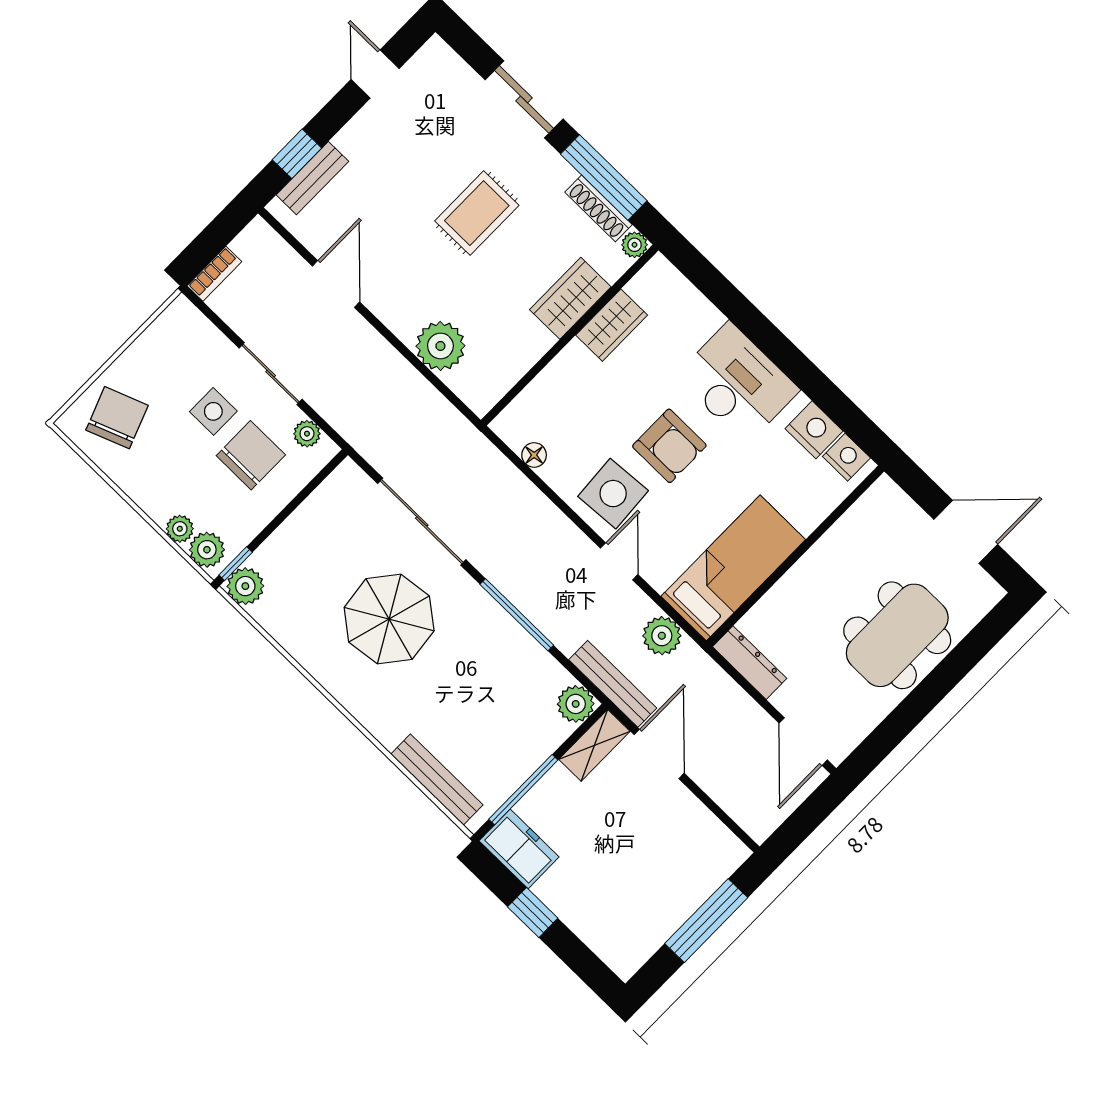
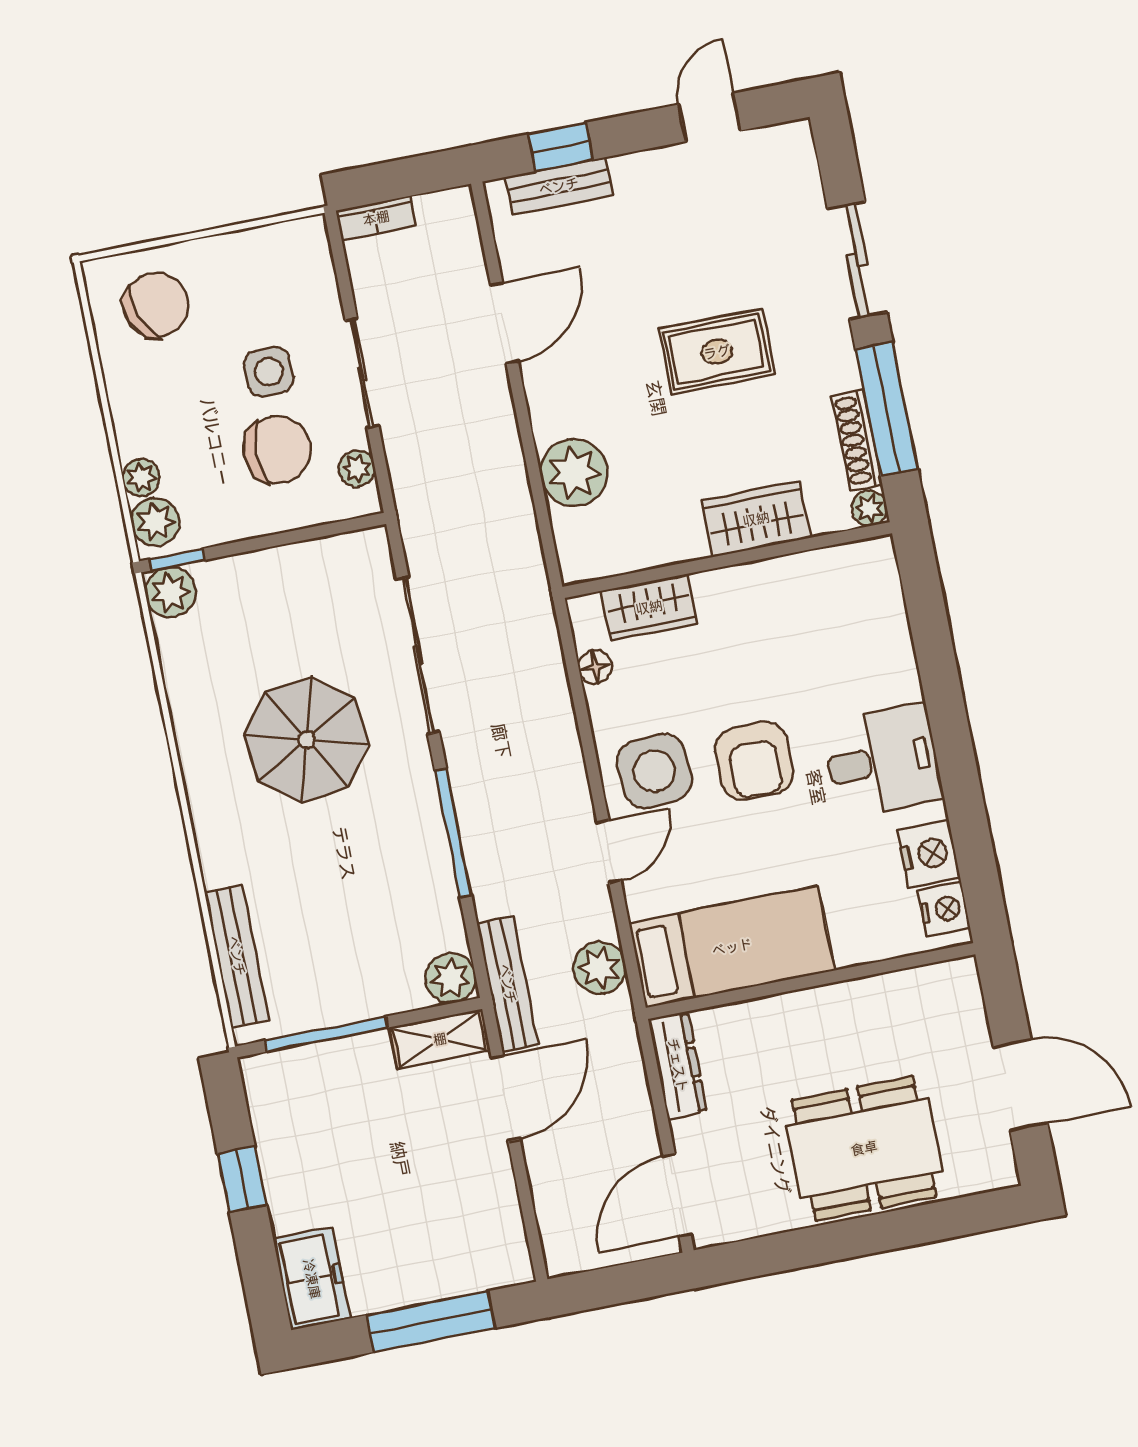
wardrobe: (612, 325) -> (649, 607), moved
desk: (738, 383) -> (882, 761), width x0.73
freezer: (519, 849) -> (312, 1279), moved

